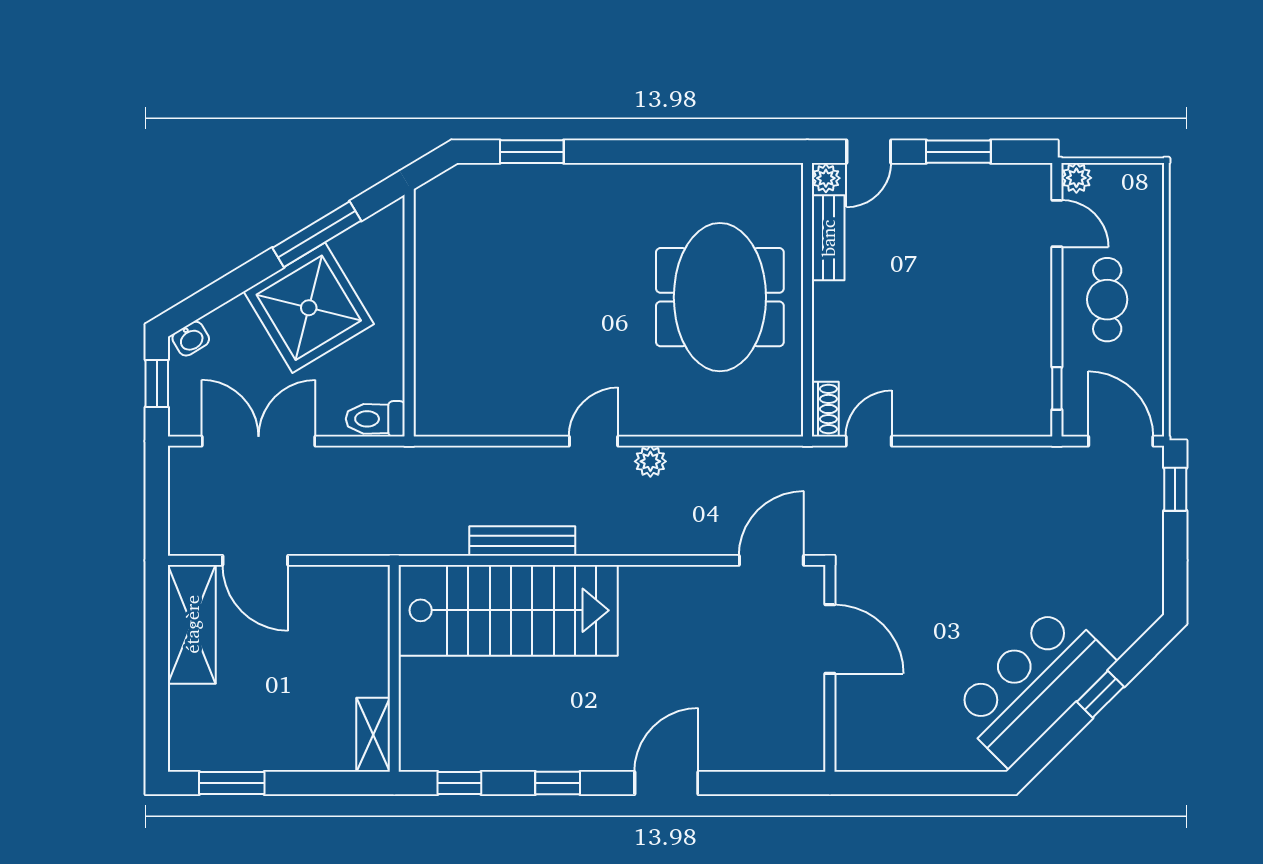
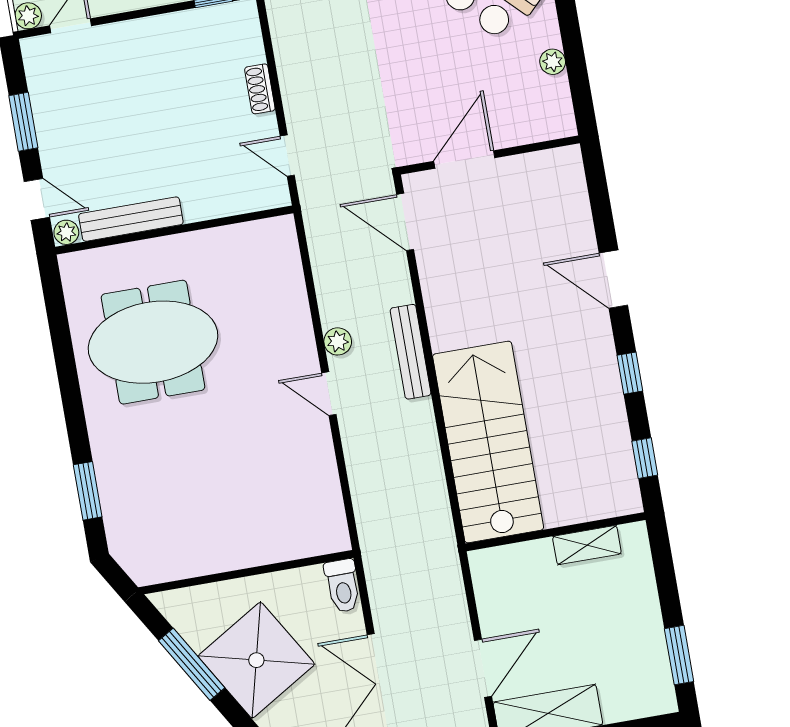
bench: (828, 238) -> (131, 219), width x1.36
meeting table: (720, 297) -> (153, 342), moved
shoe rack: (825, 409) -> (260, 89), moved, turned -90
bench: (522, 541) -> (411, 352), moved
shelving: (373, 735) -> (587, 545), moved
plant: (922, 757) -> (553, 62), added

